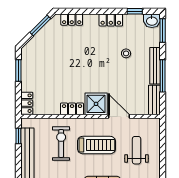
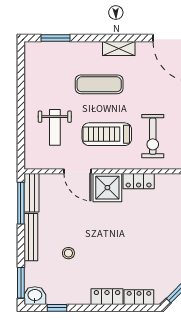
locker: (111, 20) -> (107, 297), moved
window: (163, 76) -> (21, 203), moved

